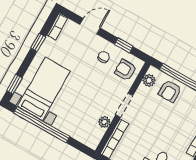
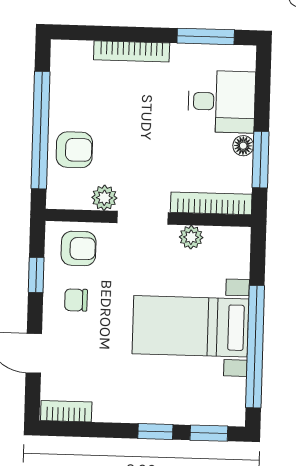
window: (38, 43) -> (155, 432), moved
armchair: (126, 70) -> (79, 248), turned -90
plant: (149, 80) -> (104, 198), moved
bed with nightstands: (44, 89) -> (191, 326), moved

